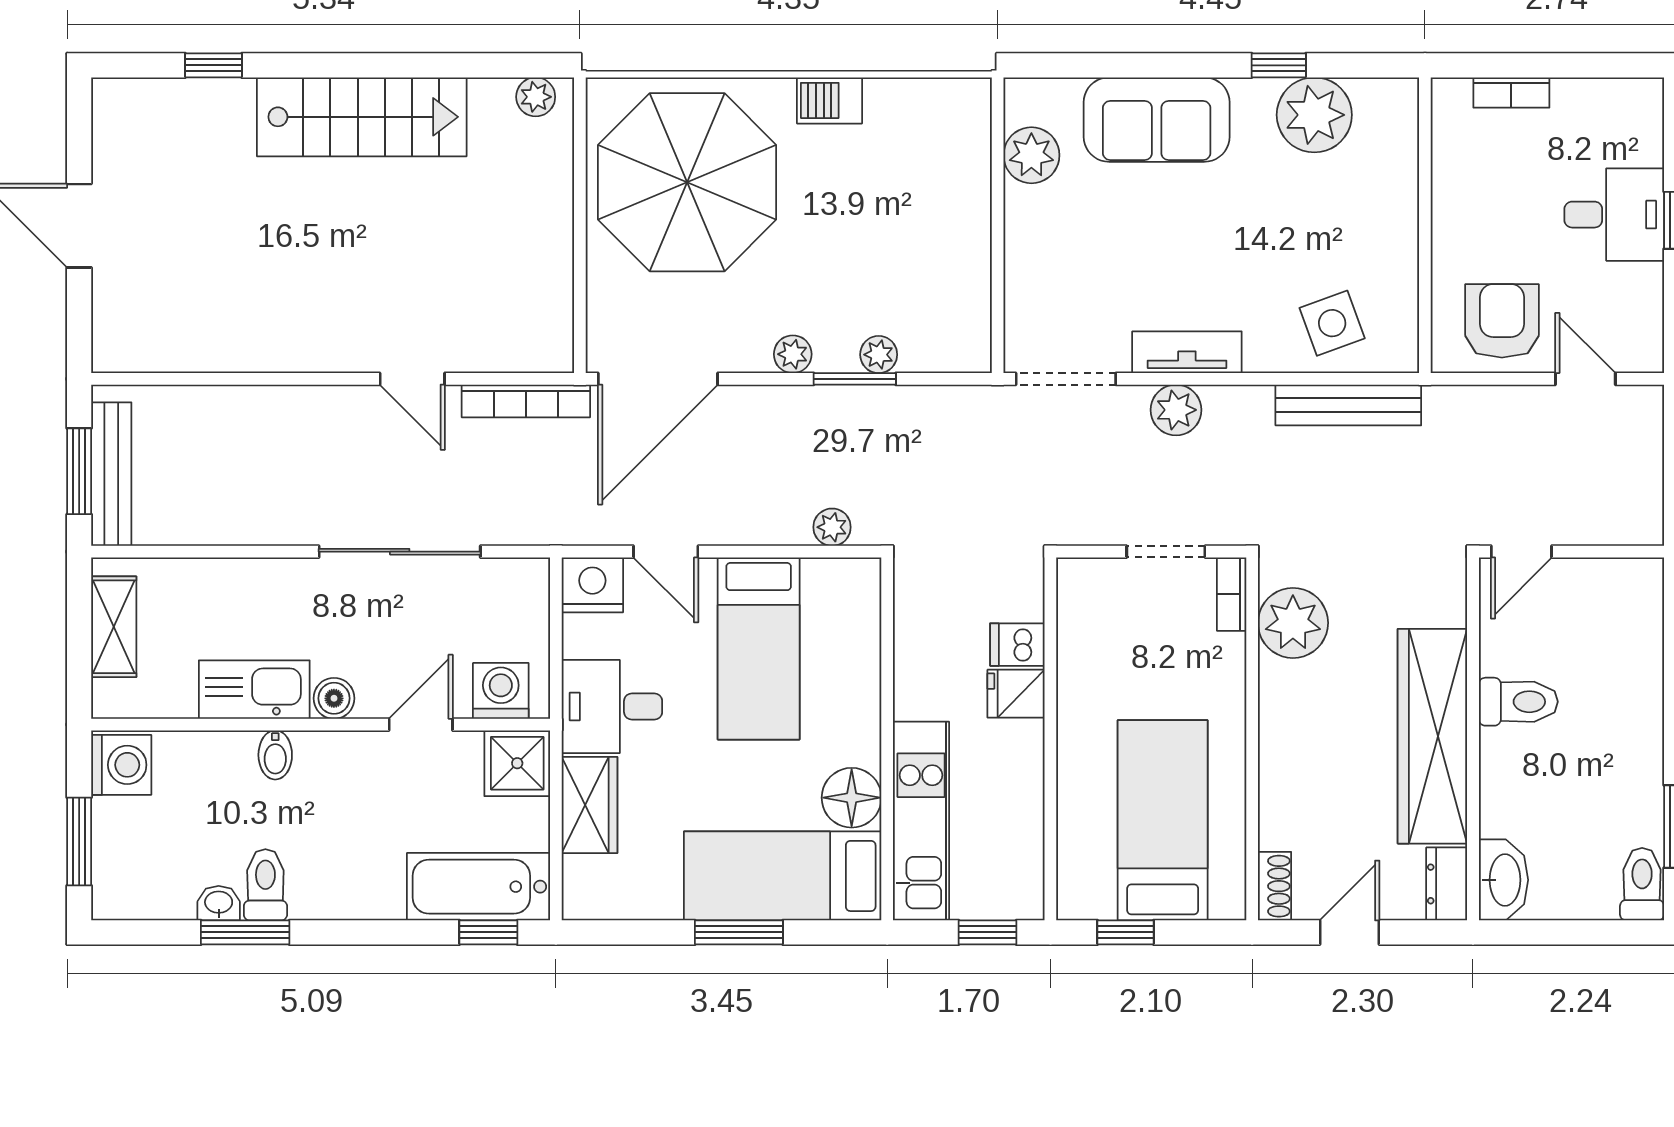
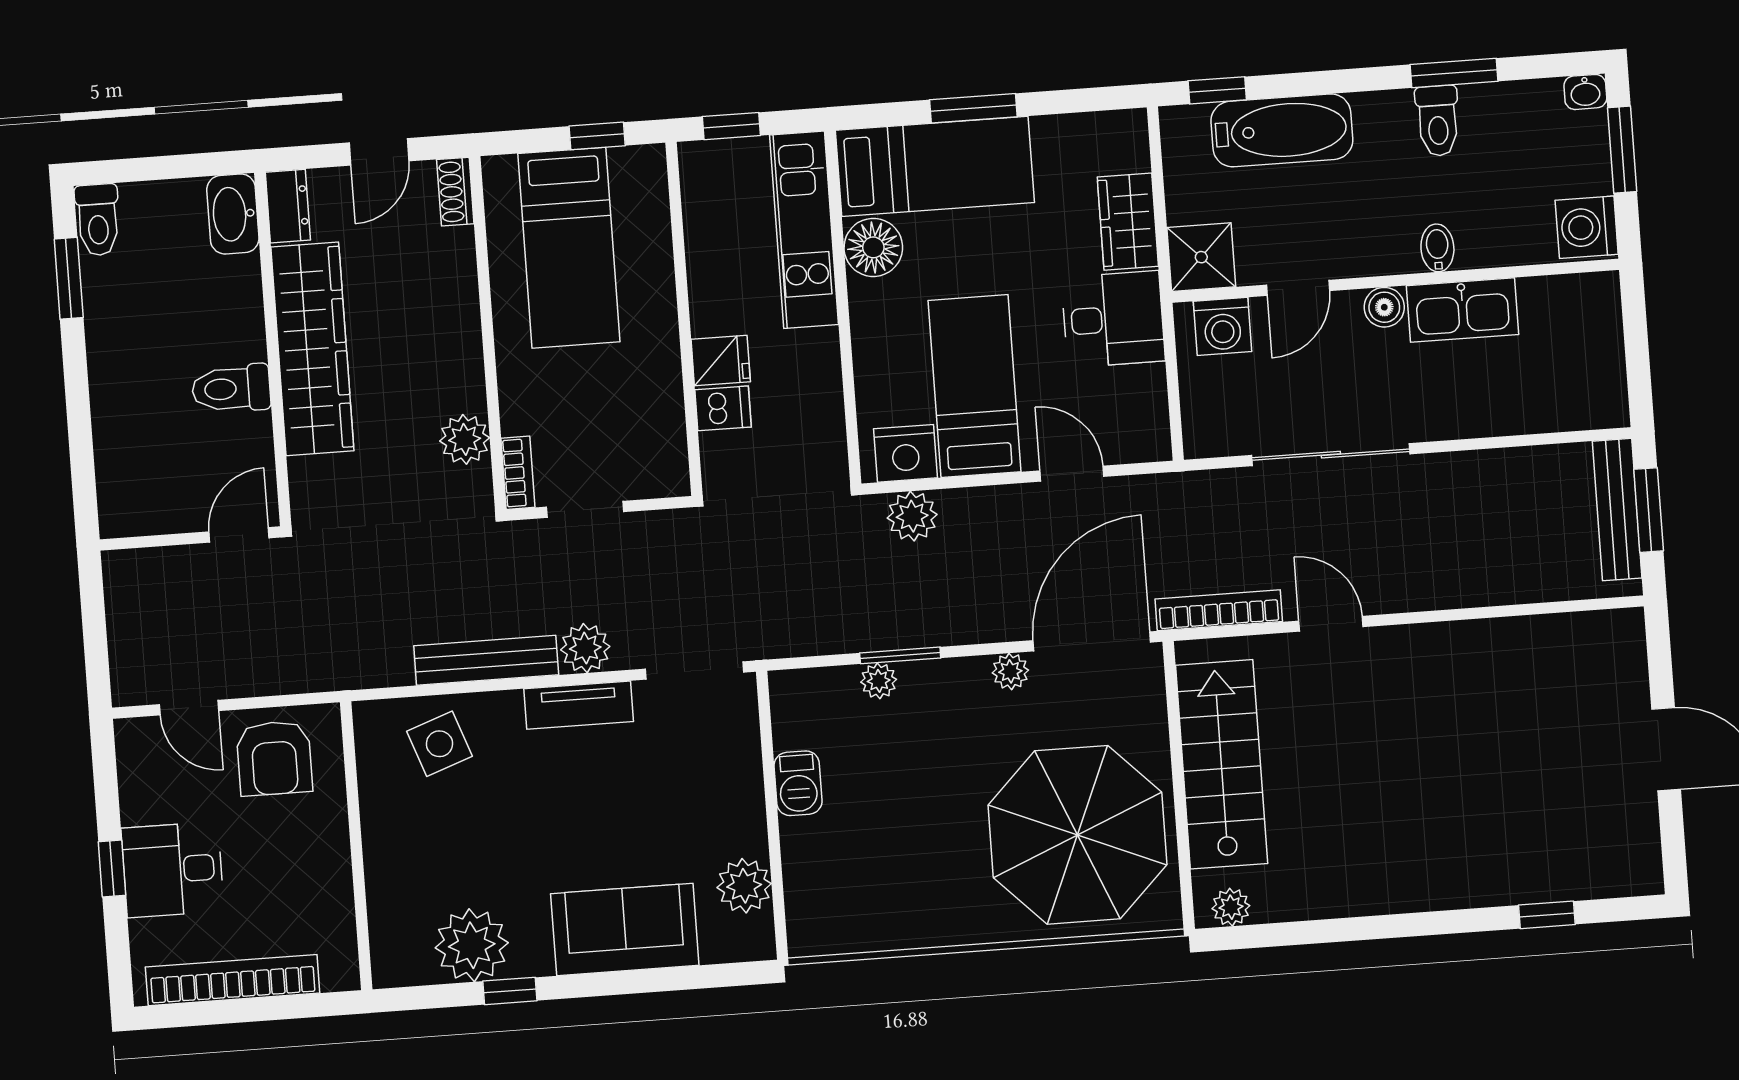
bookcase: (1511, 93) -> (233, 980), width x2.31, depth x1.31
barbecue: (830, 100) -> (798, 783), moved, turned 90
stairs: (362, 117) -> (1222, 764), moved, turned 90
plant: (793, 354) -> (1010, 671), moved
bench: (1348, 405) -> (486, 660), moved
plant: (832, 527) -> (912, 516), width x1.38, depth x1.38
nightstand: (592, 585) -> (906, 453), moved
plant: (1293, 623) -> (465, 439), width x0.73, depth x0.73
shelving: (114, 627) -> (1604, 361), removed
bathtub: (479, 887) -> (1282, 130), moved
washbasin: (219, 903) -> (1585, 92), moved

